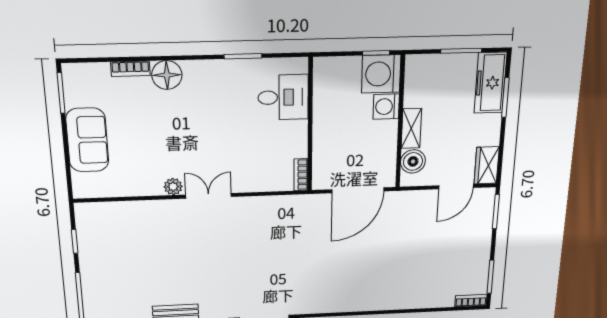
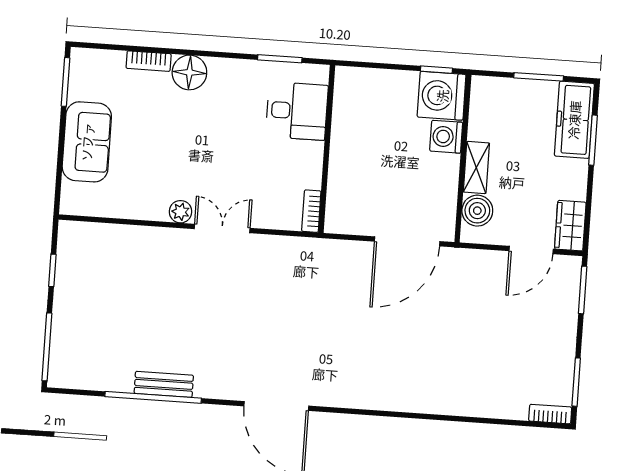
desk: (283, 97) -> (297, 111), moved
wall: (310, 125) -> (327, 149), moved
bookcase: (301, 175) -> (311, 211), moved

